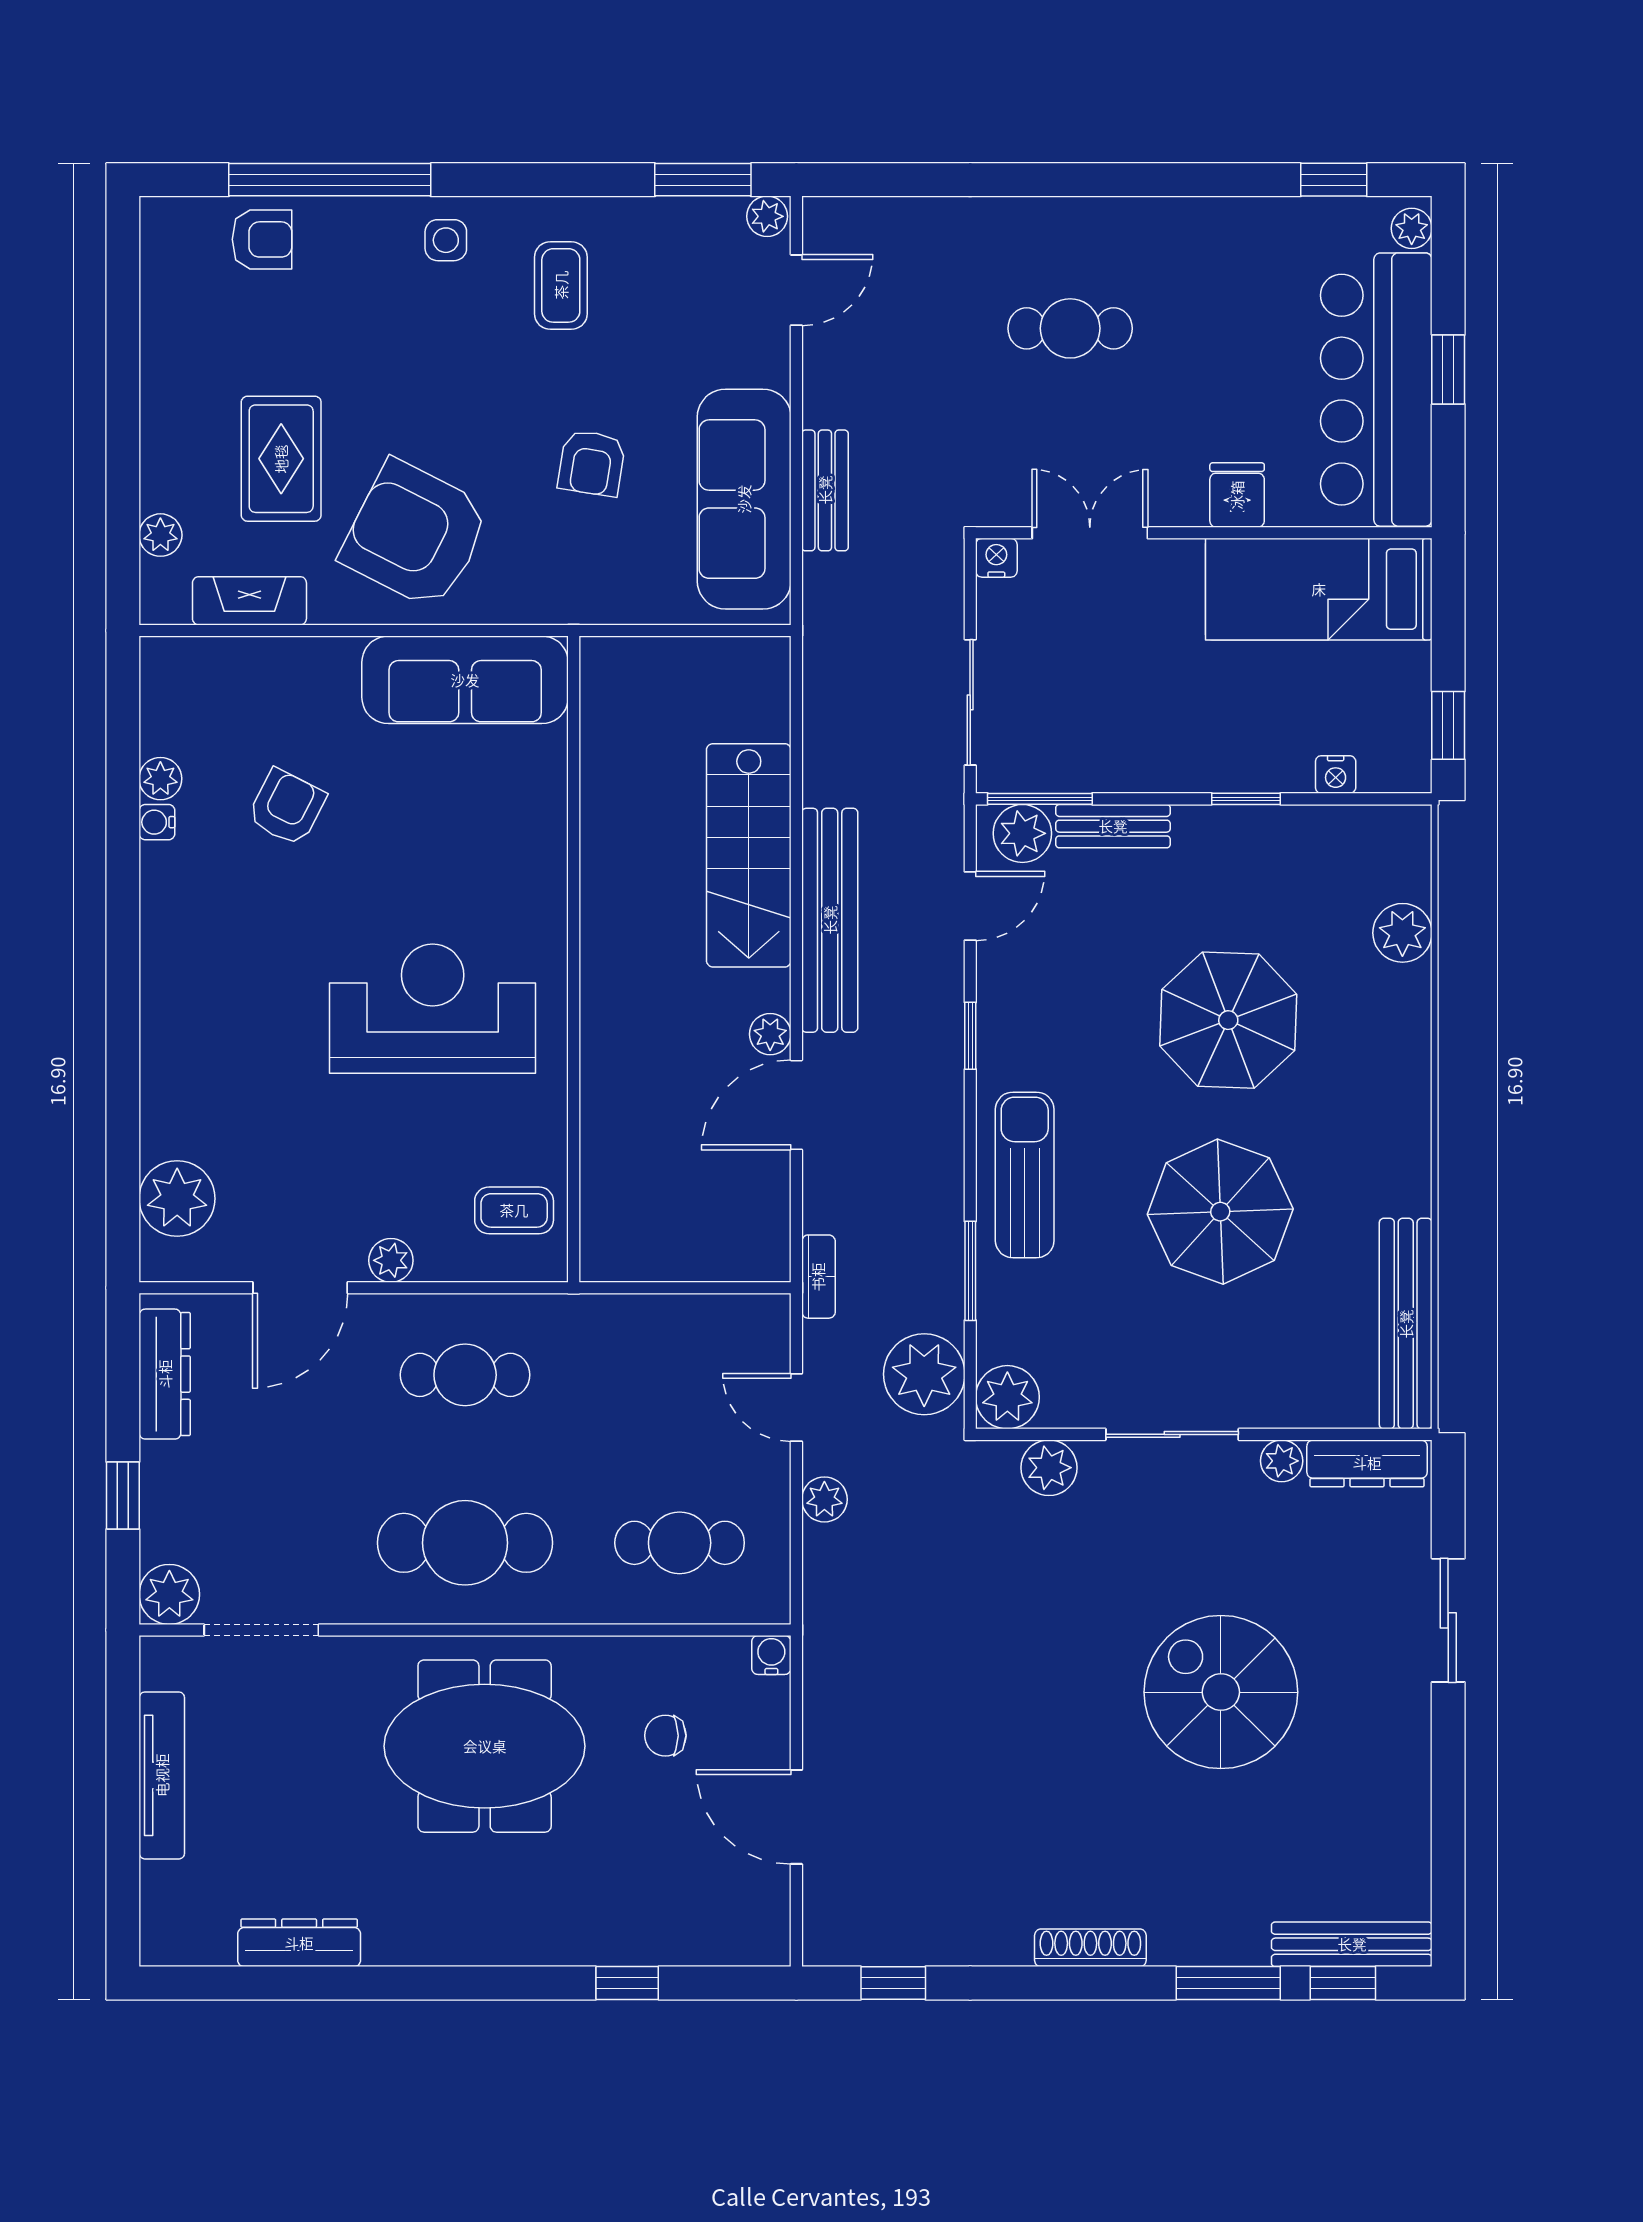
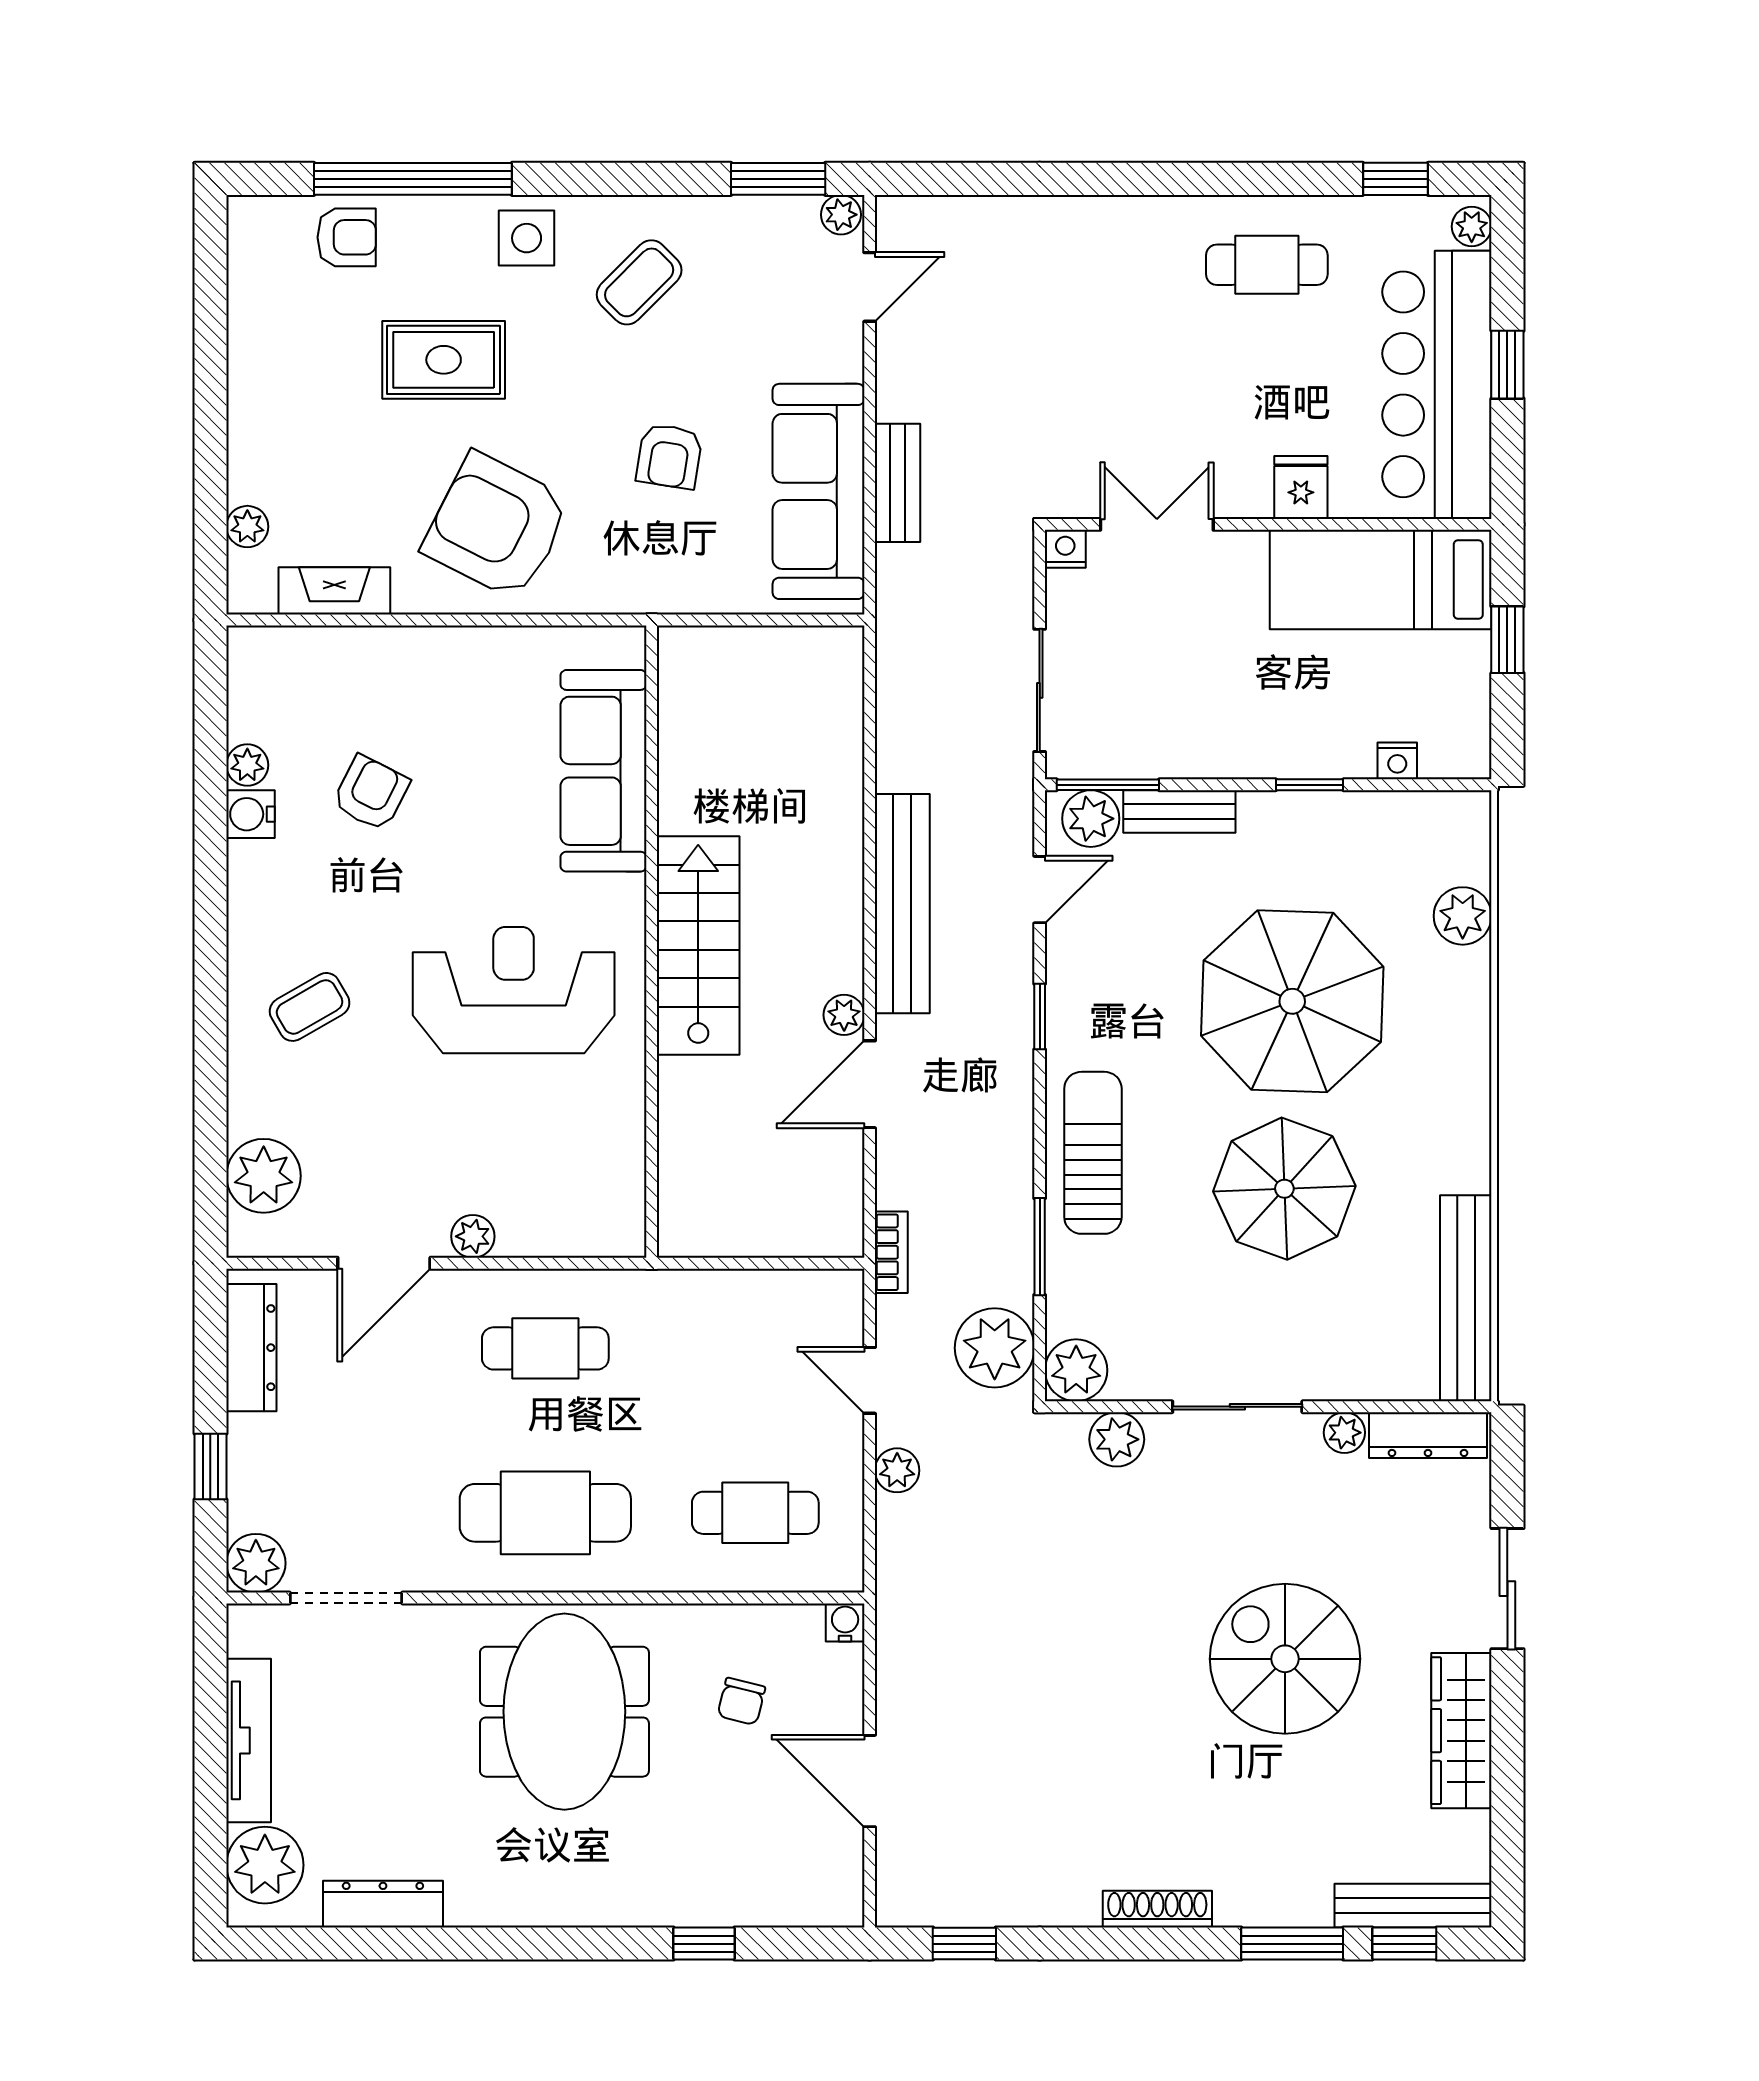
side table: (446, 240) -> (527, 238), width x1.37, depth x1.37
coffee table: (561, 285) -> (639, 282), turned 45
cafe table: (1070, 328) -> (1267, 265), moved
rug: (281, 459) -> (444, 360), moved, turned 90
sofa: (465, 680) -> (603, 771), moved, turned 90
window: (1448, 725) -> (1507, 640), moved
water cooler: (157, 822) -> (251, 814), width x1.38, depth x1.38
stairs: (749, 855) -> (698, 946), moved, turned 180
parasol: (1228, 1020) -> (1292, 1001), width x1.36, depth x1.36
coffee table: (514, 1210) -> (310, 1007), moved, turned -30
chair: (665, 1736) -> (741, 1701), turned -76
meeting table: (485, 1746) -> (564, 1712), turned 90
wardrobe: (1401, 1765) -> (1461, 1731), added
plant: (178, 1903) -> (265, 1865), added

